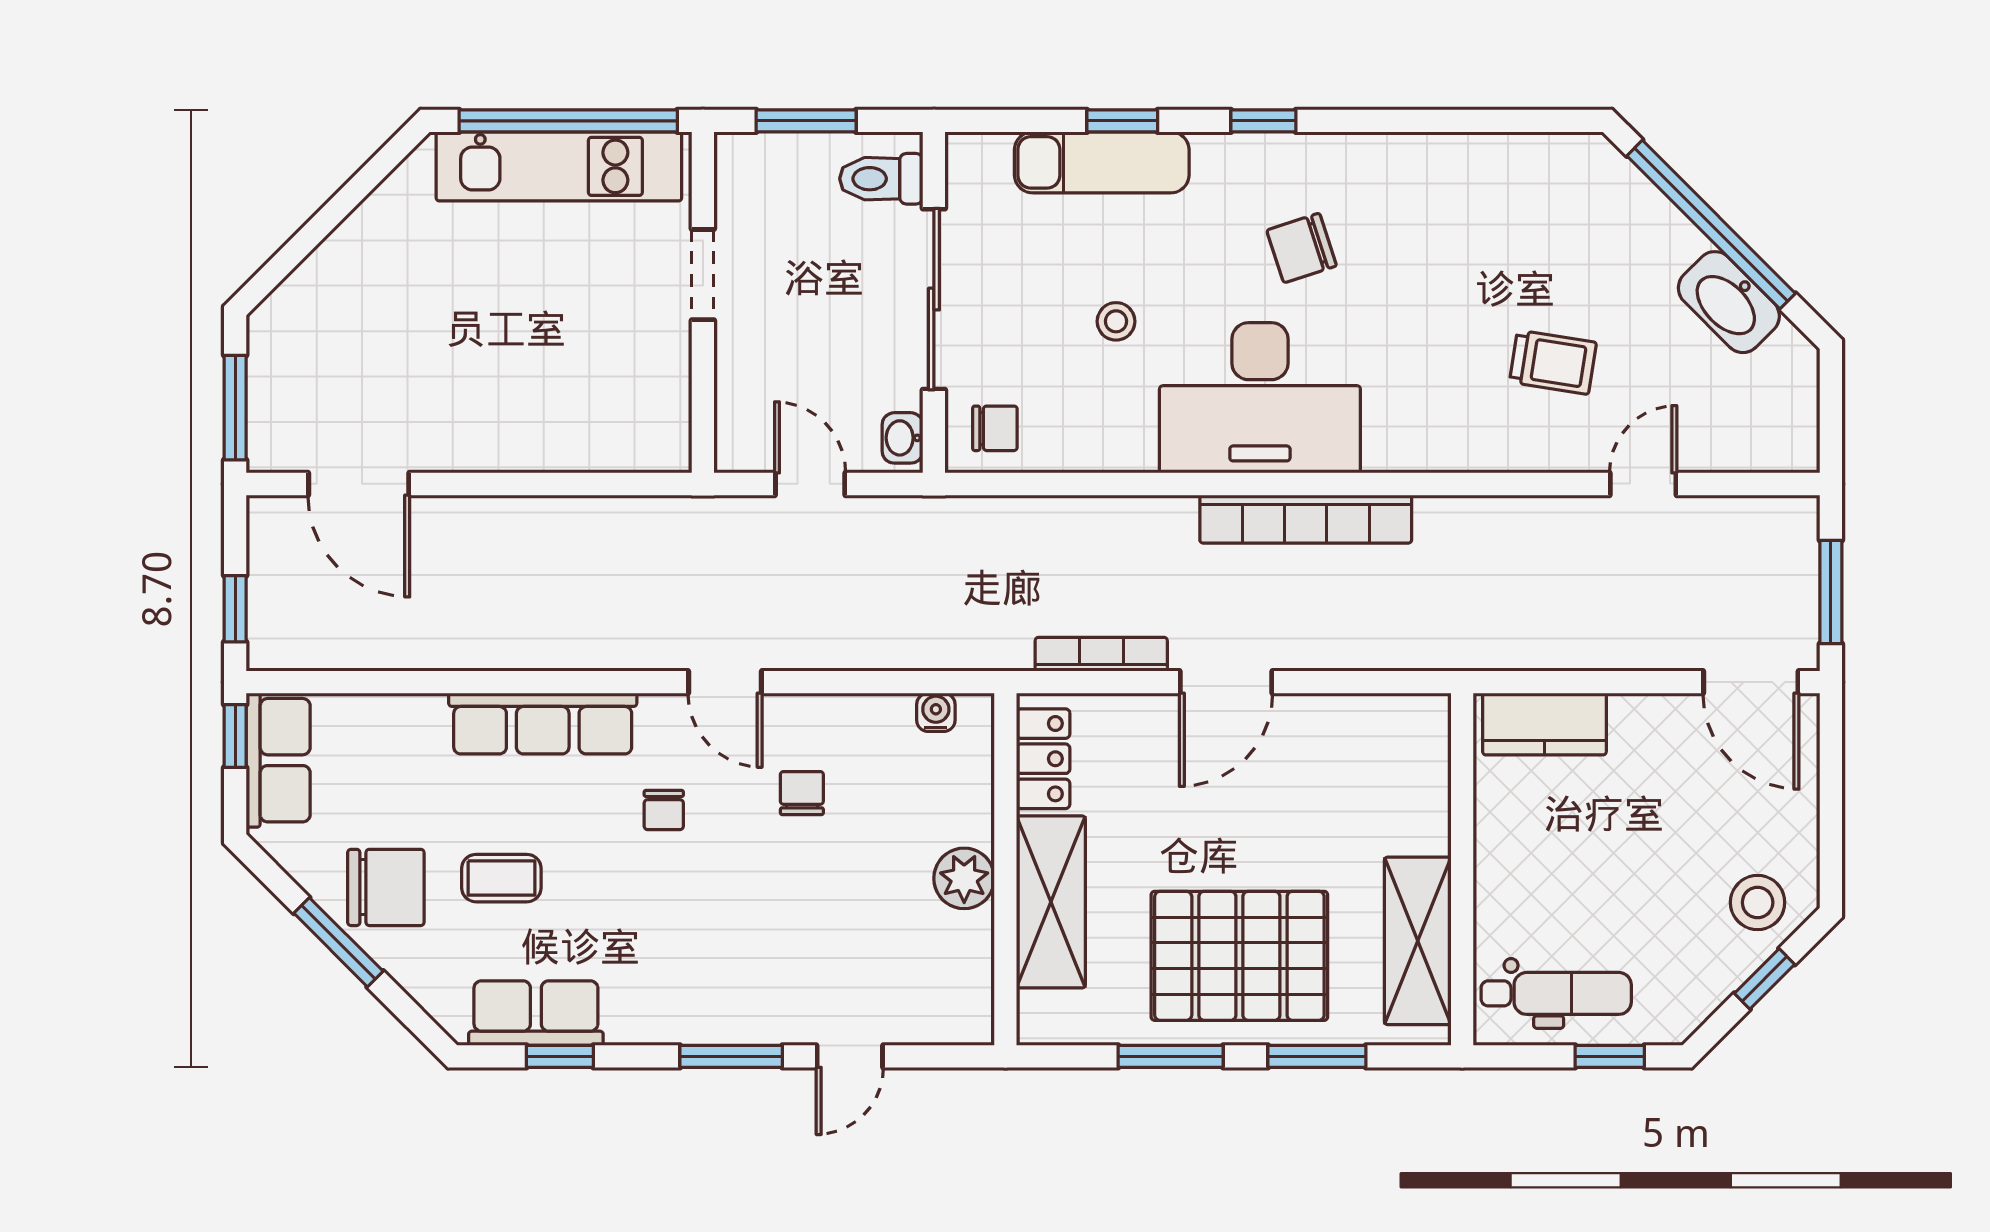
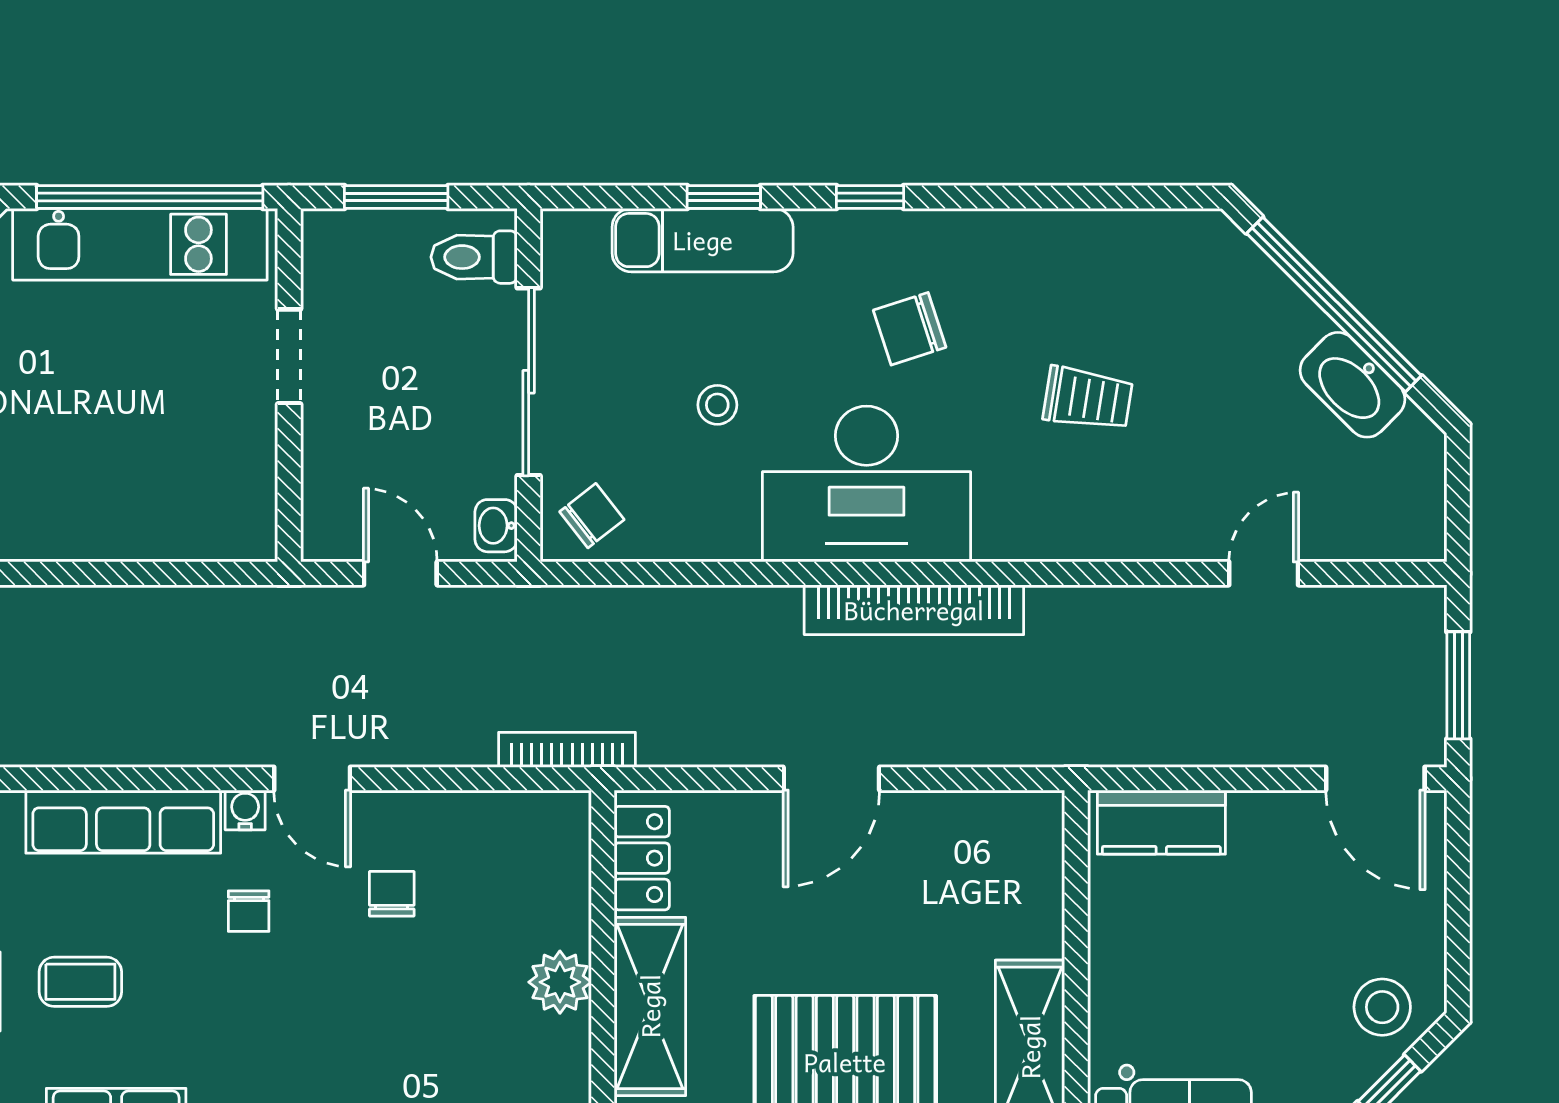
trolley: (1553, 362) -> (1088, 399), moved
chair: (995, 428) -> (592, 516), turned -38
bookcase: (1101, 654) -> (567, 750), moved
water cooler: (936, 712) -> (245, 810), moved

